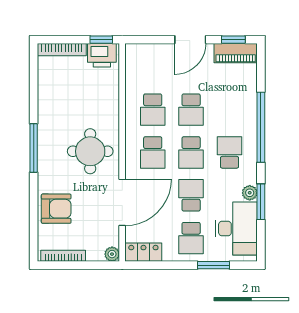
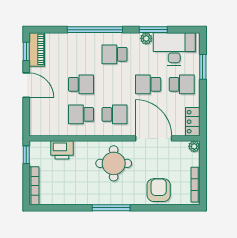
printer: (102, 55) -> (62, 150), moved, turned 90
school desk: (153, 110) -> (81, 114), turned 180
school desk: (191, 152) -> (115, 84), removed

